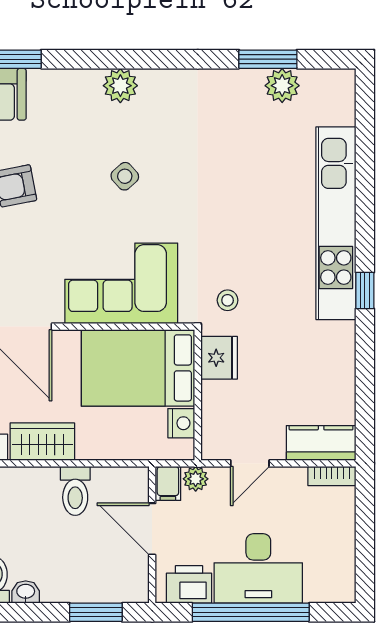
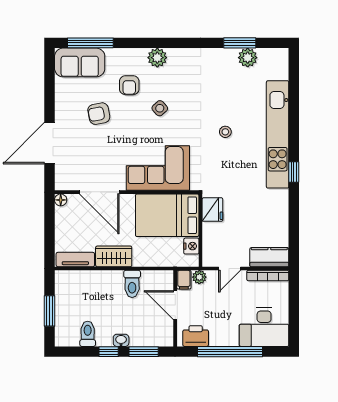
armchair: (70, 135) -> (129, 85), added
stool: (228, 300) -> (225, 132), moved
bookcase: (332, 476) -> (268, 276), width x1.56
desk: (258, 568) -> (264, 327), moved
washbasin: (26, 592) -> (121, 340), moved
window: (33, 612) -> (109, 352), added

